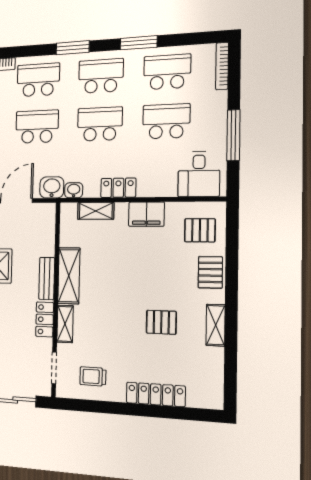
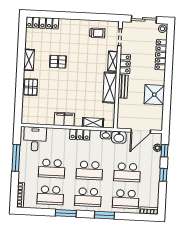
pallet: (200, 230) -> (35, 109), removed
locker: (156, 394) -> (42, 23), moved

